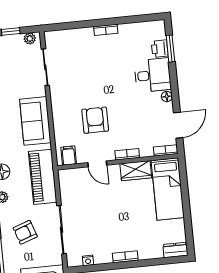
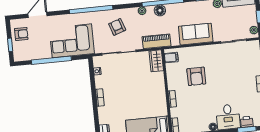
armchair: (95, 120) -> (196, 76), turned 90
door: (97, 164) -> (165, 78), removed
wardrobe: (136, 171) -> (156, 61), moved
piano: (43, 177) -> (156, 41), width x0.73, depth x0.75

